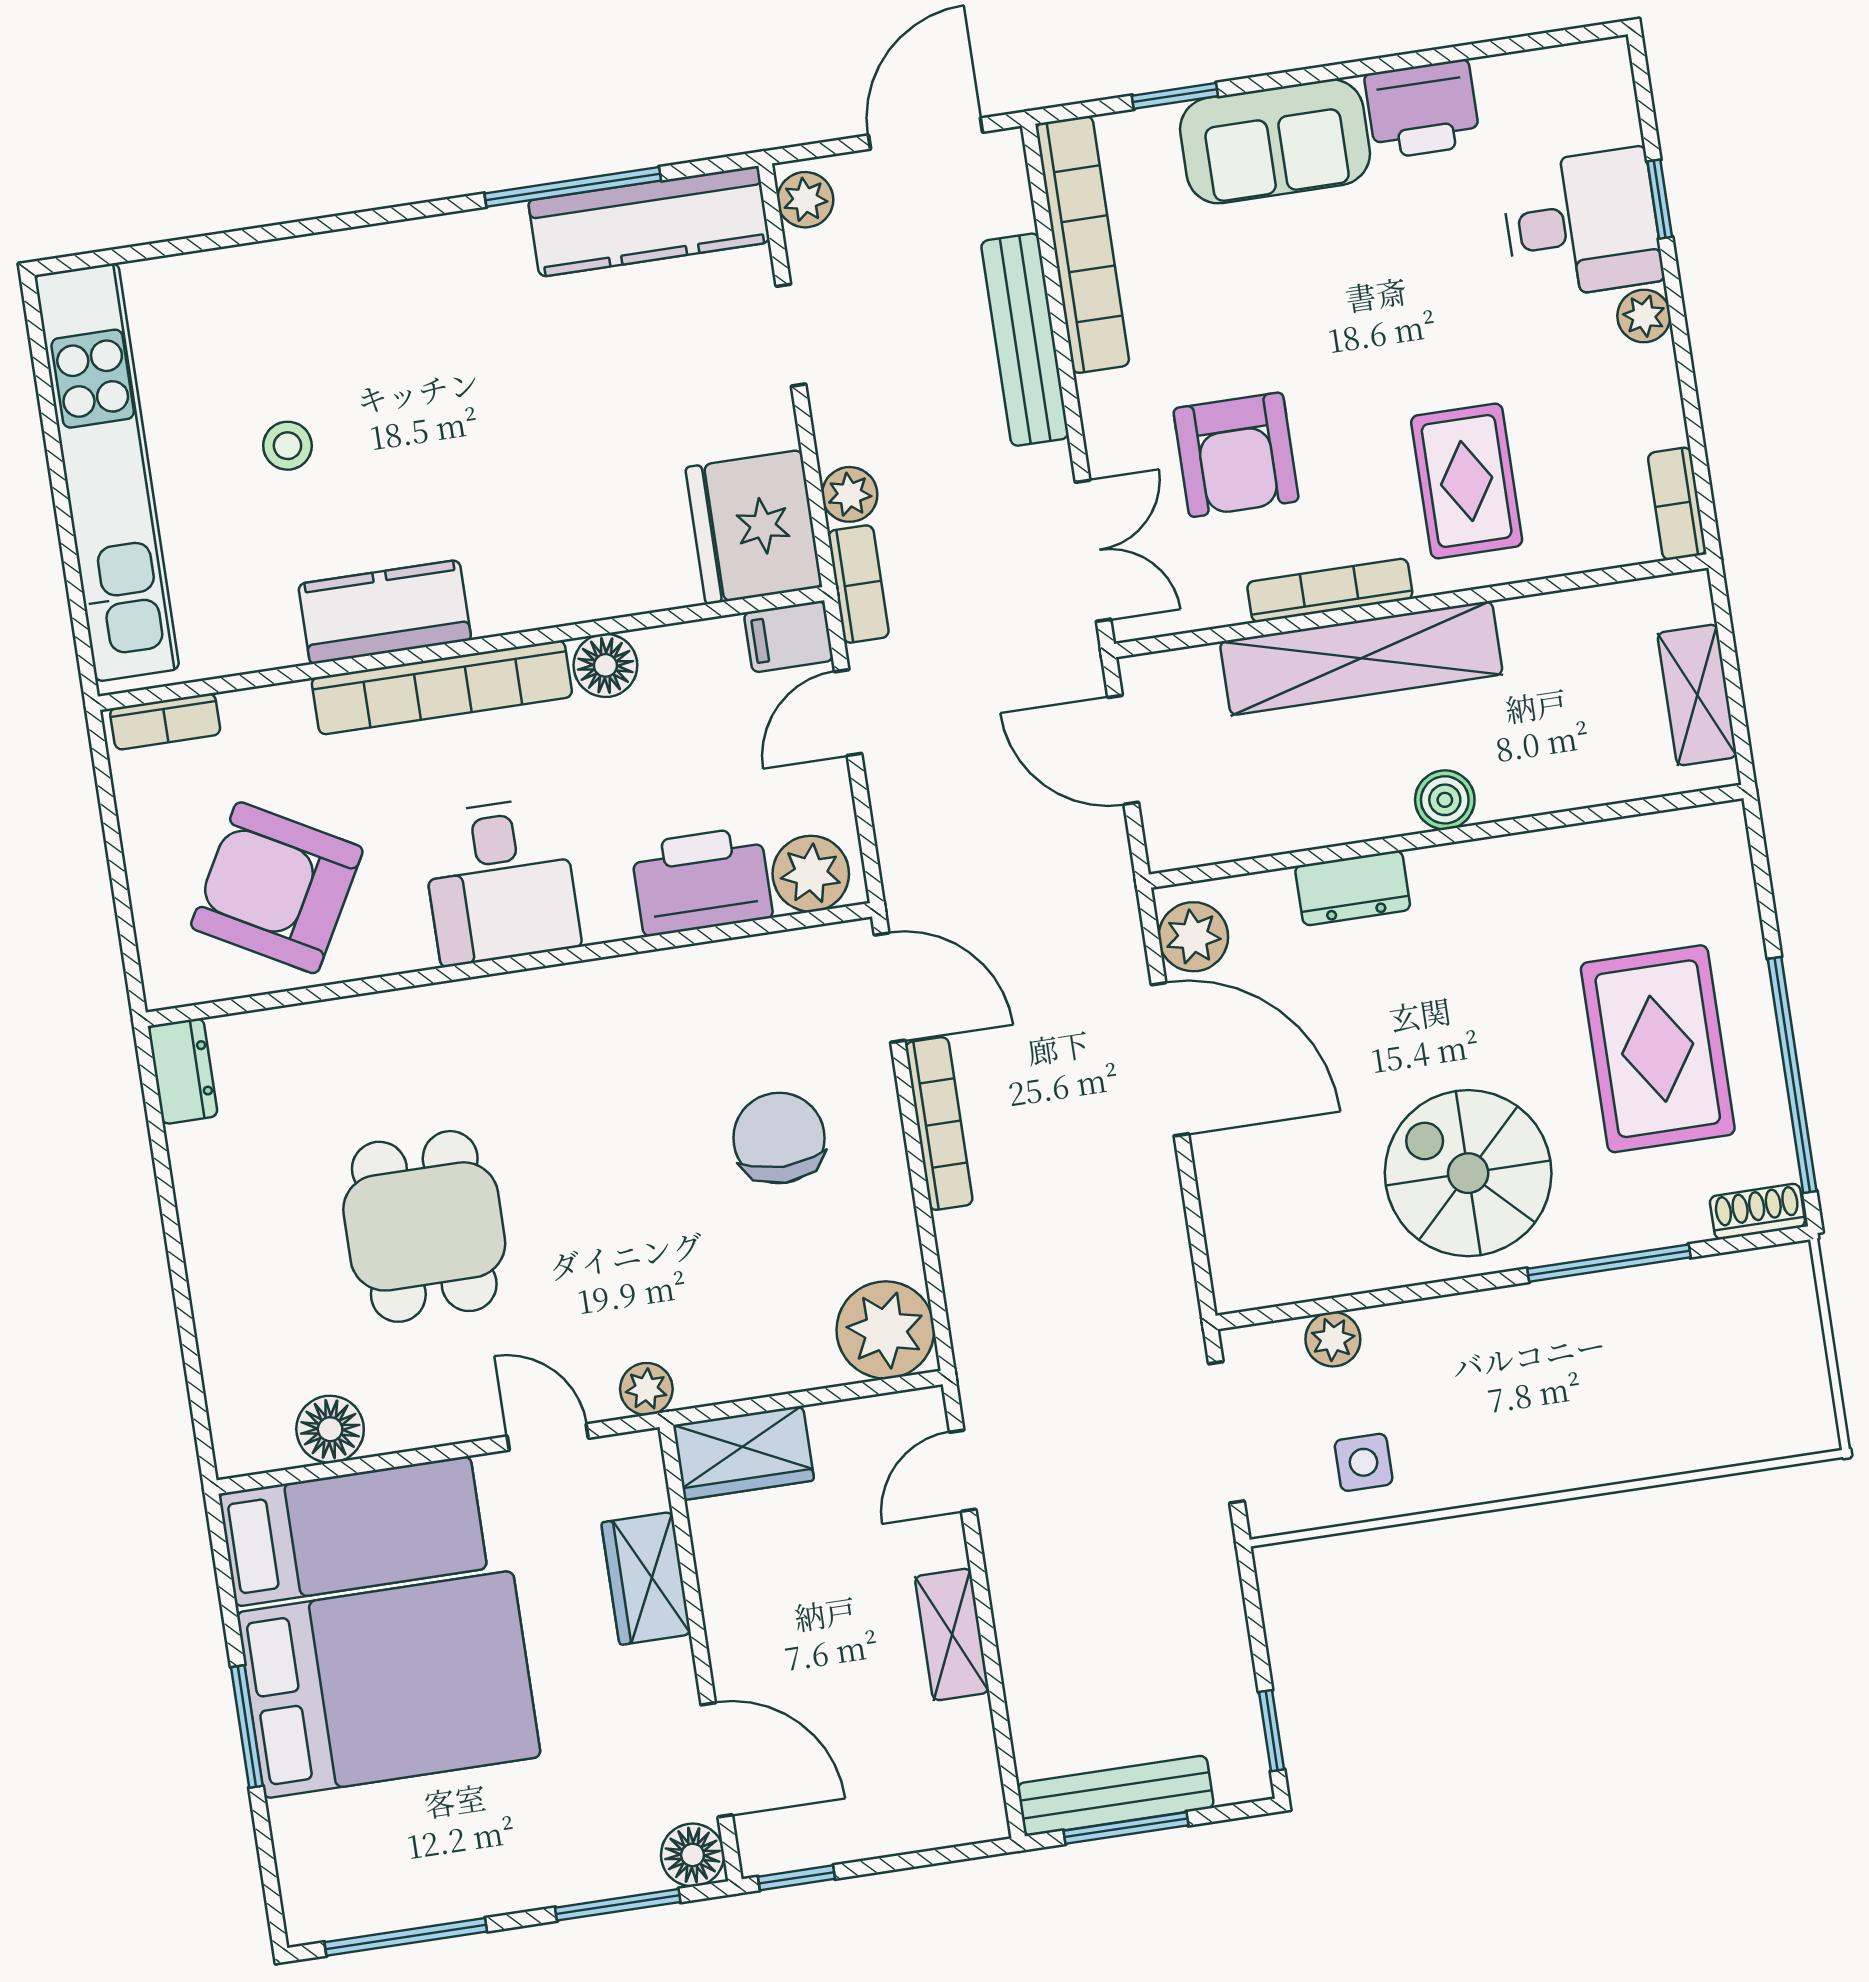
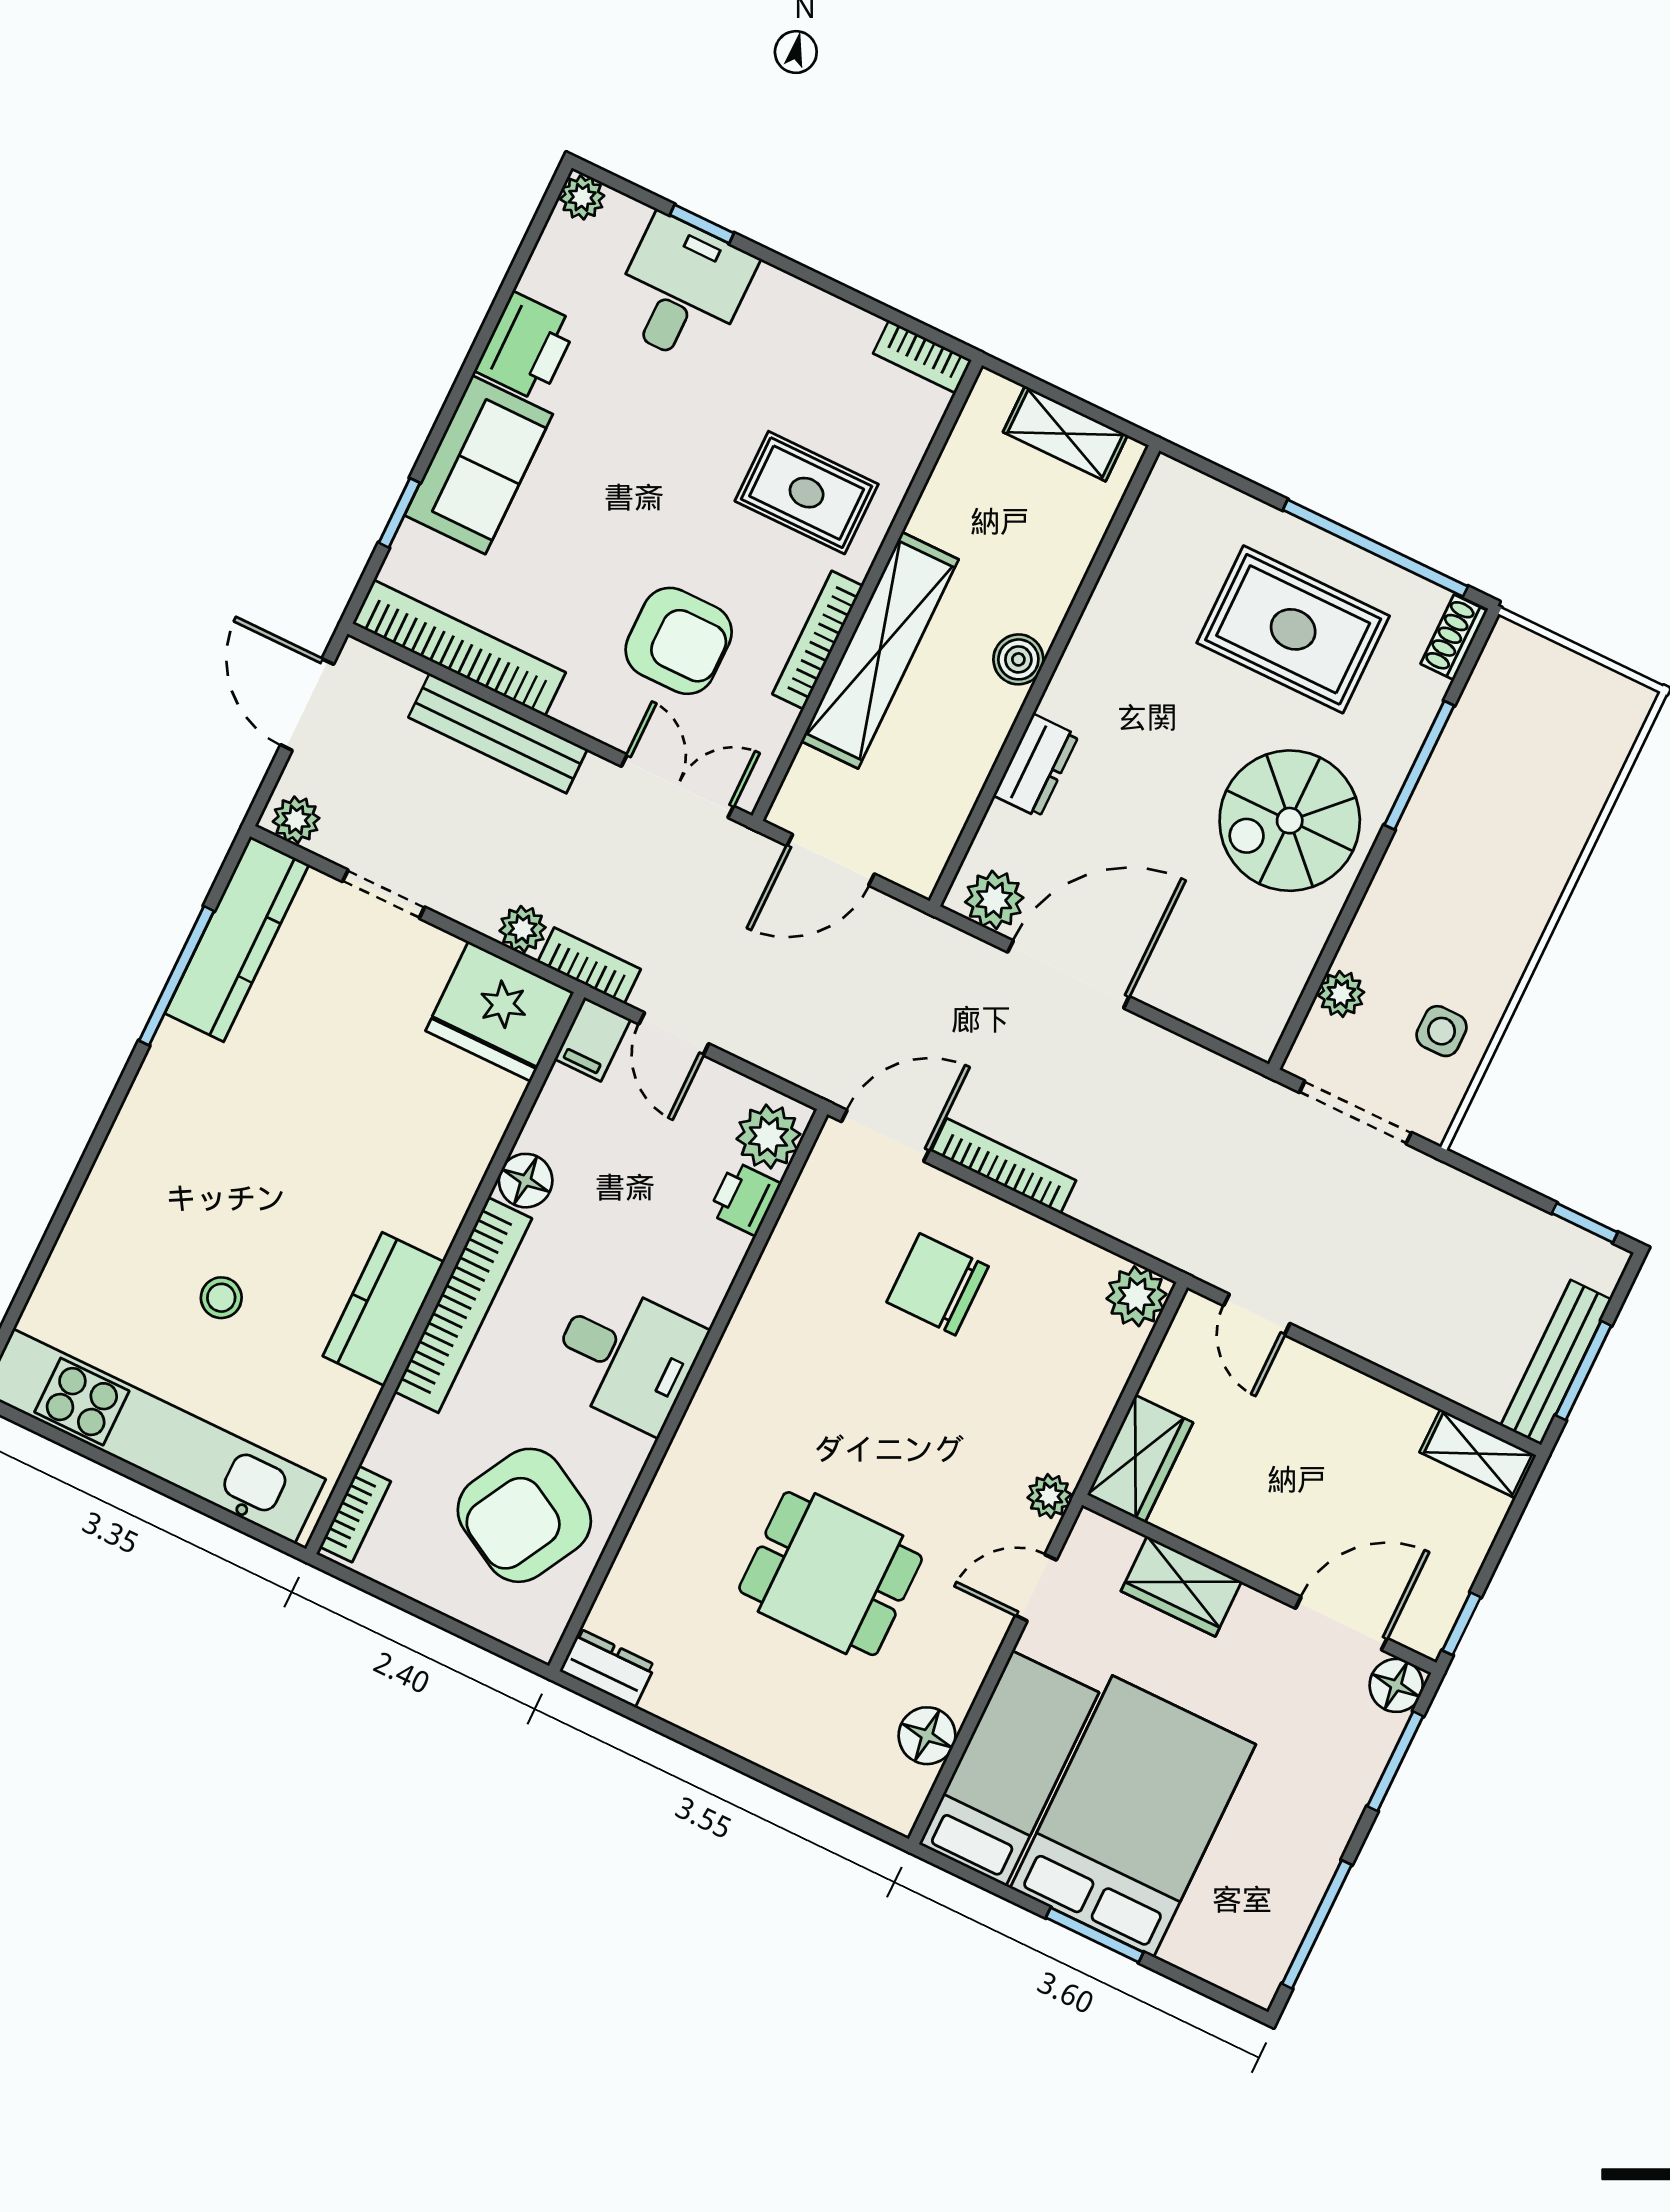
plant: (1644, 316) -> (582, 197), moved
printer: (702, 881) -> (745, 1198), width x0.53, depth x0.68
plant: (885, 1330) -> (1137, 1296), width x0.73, depth x0.73
shelving: (952, 1634) -> (1478, 1454), moved

